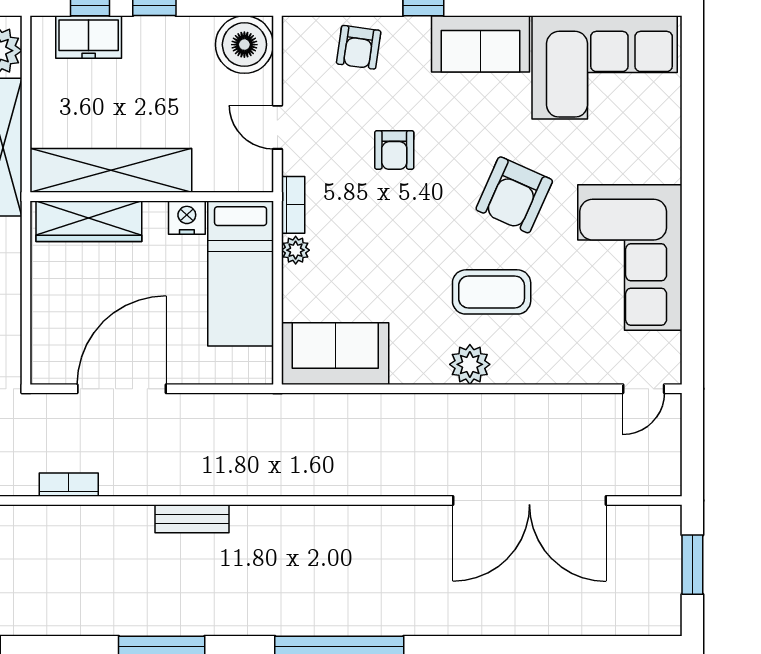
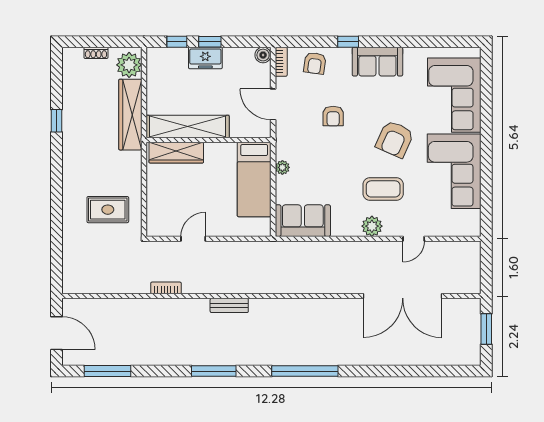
freezer: (89, 37) -> (205, 58), moved
boiler: (244, 45) -> (263, 55), width x0.54, depth x0.54
corner sofa: (605, 67) -> (454, 95), moved, turned 90
door: (277, 127) -> (273, 104), width x1.38
bookcase: (293, 205) -> (281, 62), moved
nightstand: (187, 218) -> (227, 151), removed
door: (122, 389) -> (193, 239), width x0.53
door: (644, 389) -> (414, 239), moved

